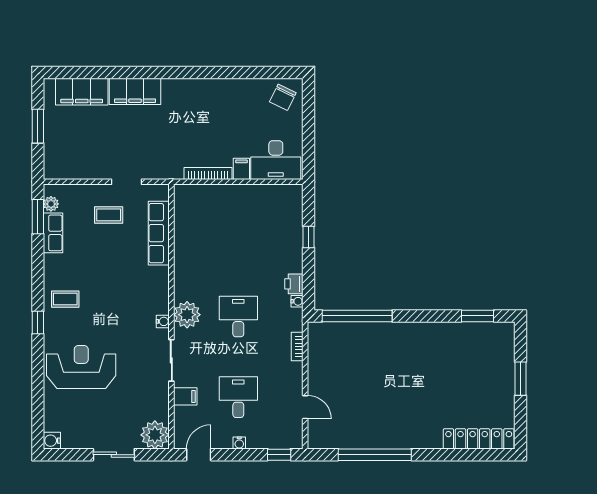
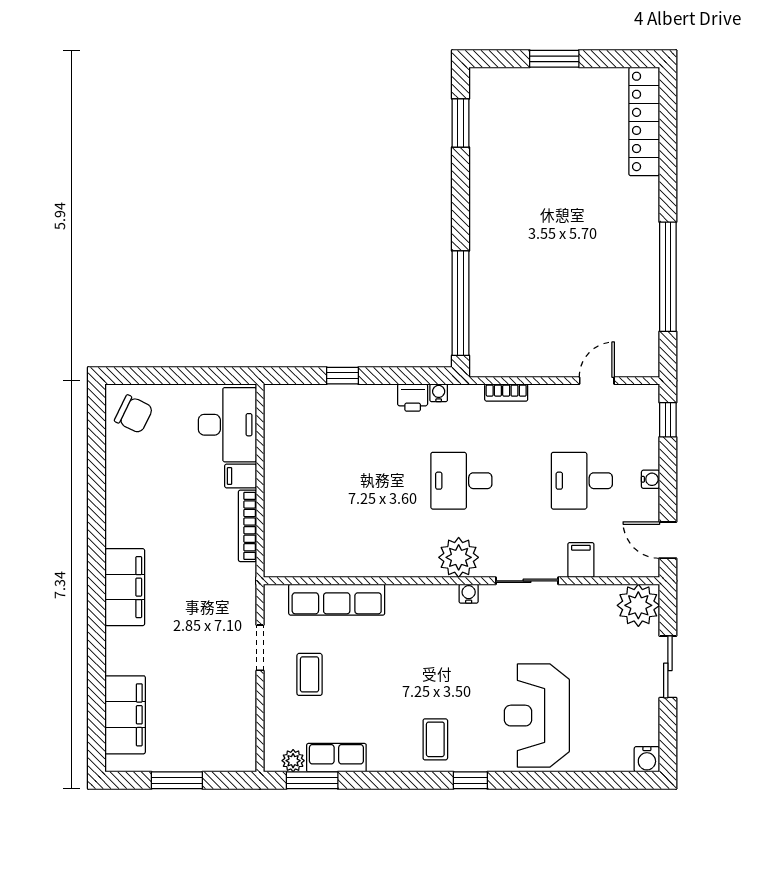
filing cabinet: (135, 91) -> (125, 587), moved

